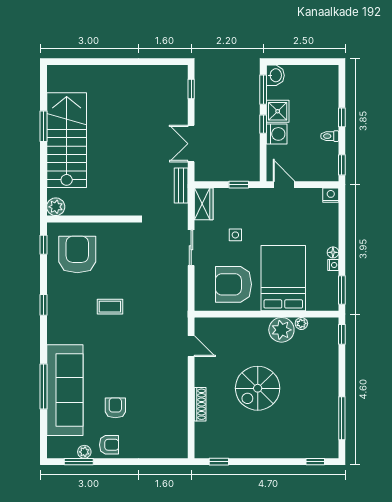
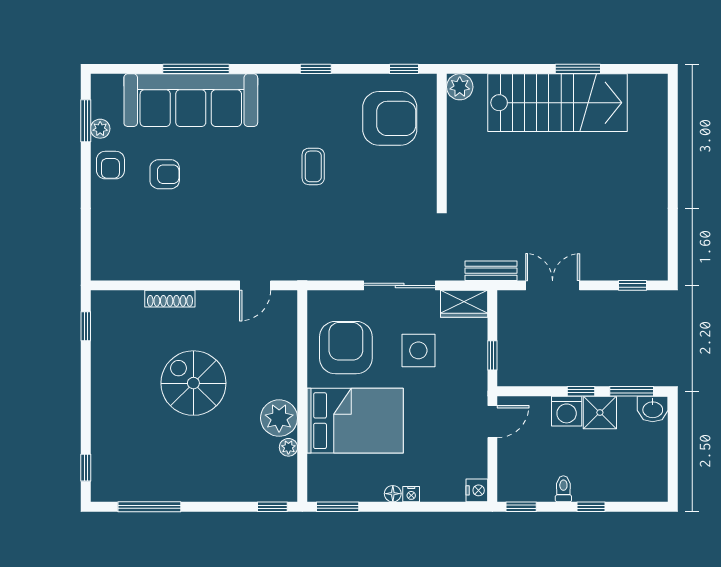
side table: (235, 235) -> (418, 350), width x1.87, depth x1.87
sliding door: (191, 248) -> (400, 285), width x1.37
nightstand: (333, 265) -> (411, 494), moved

